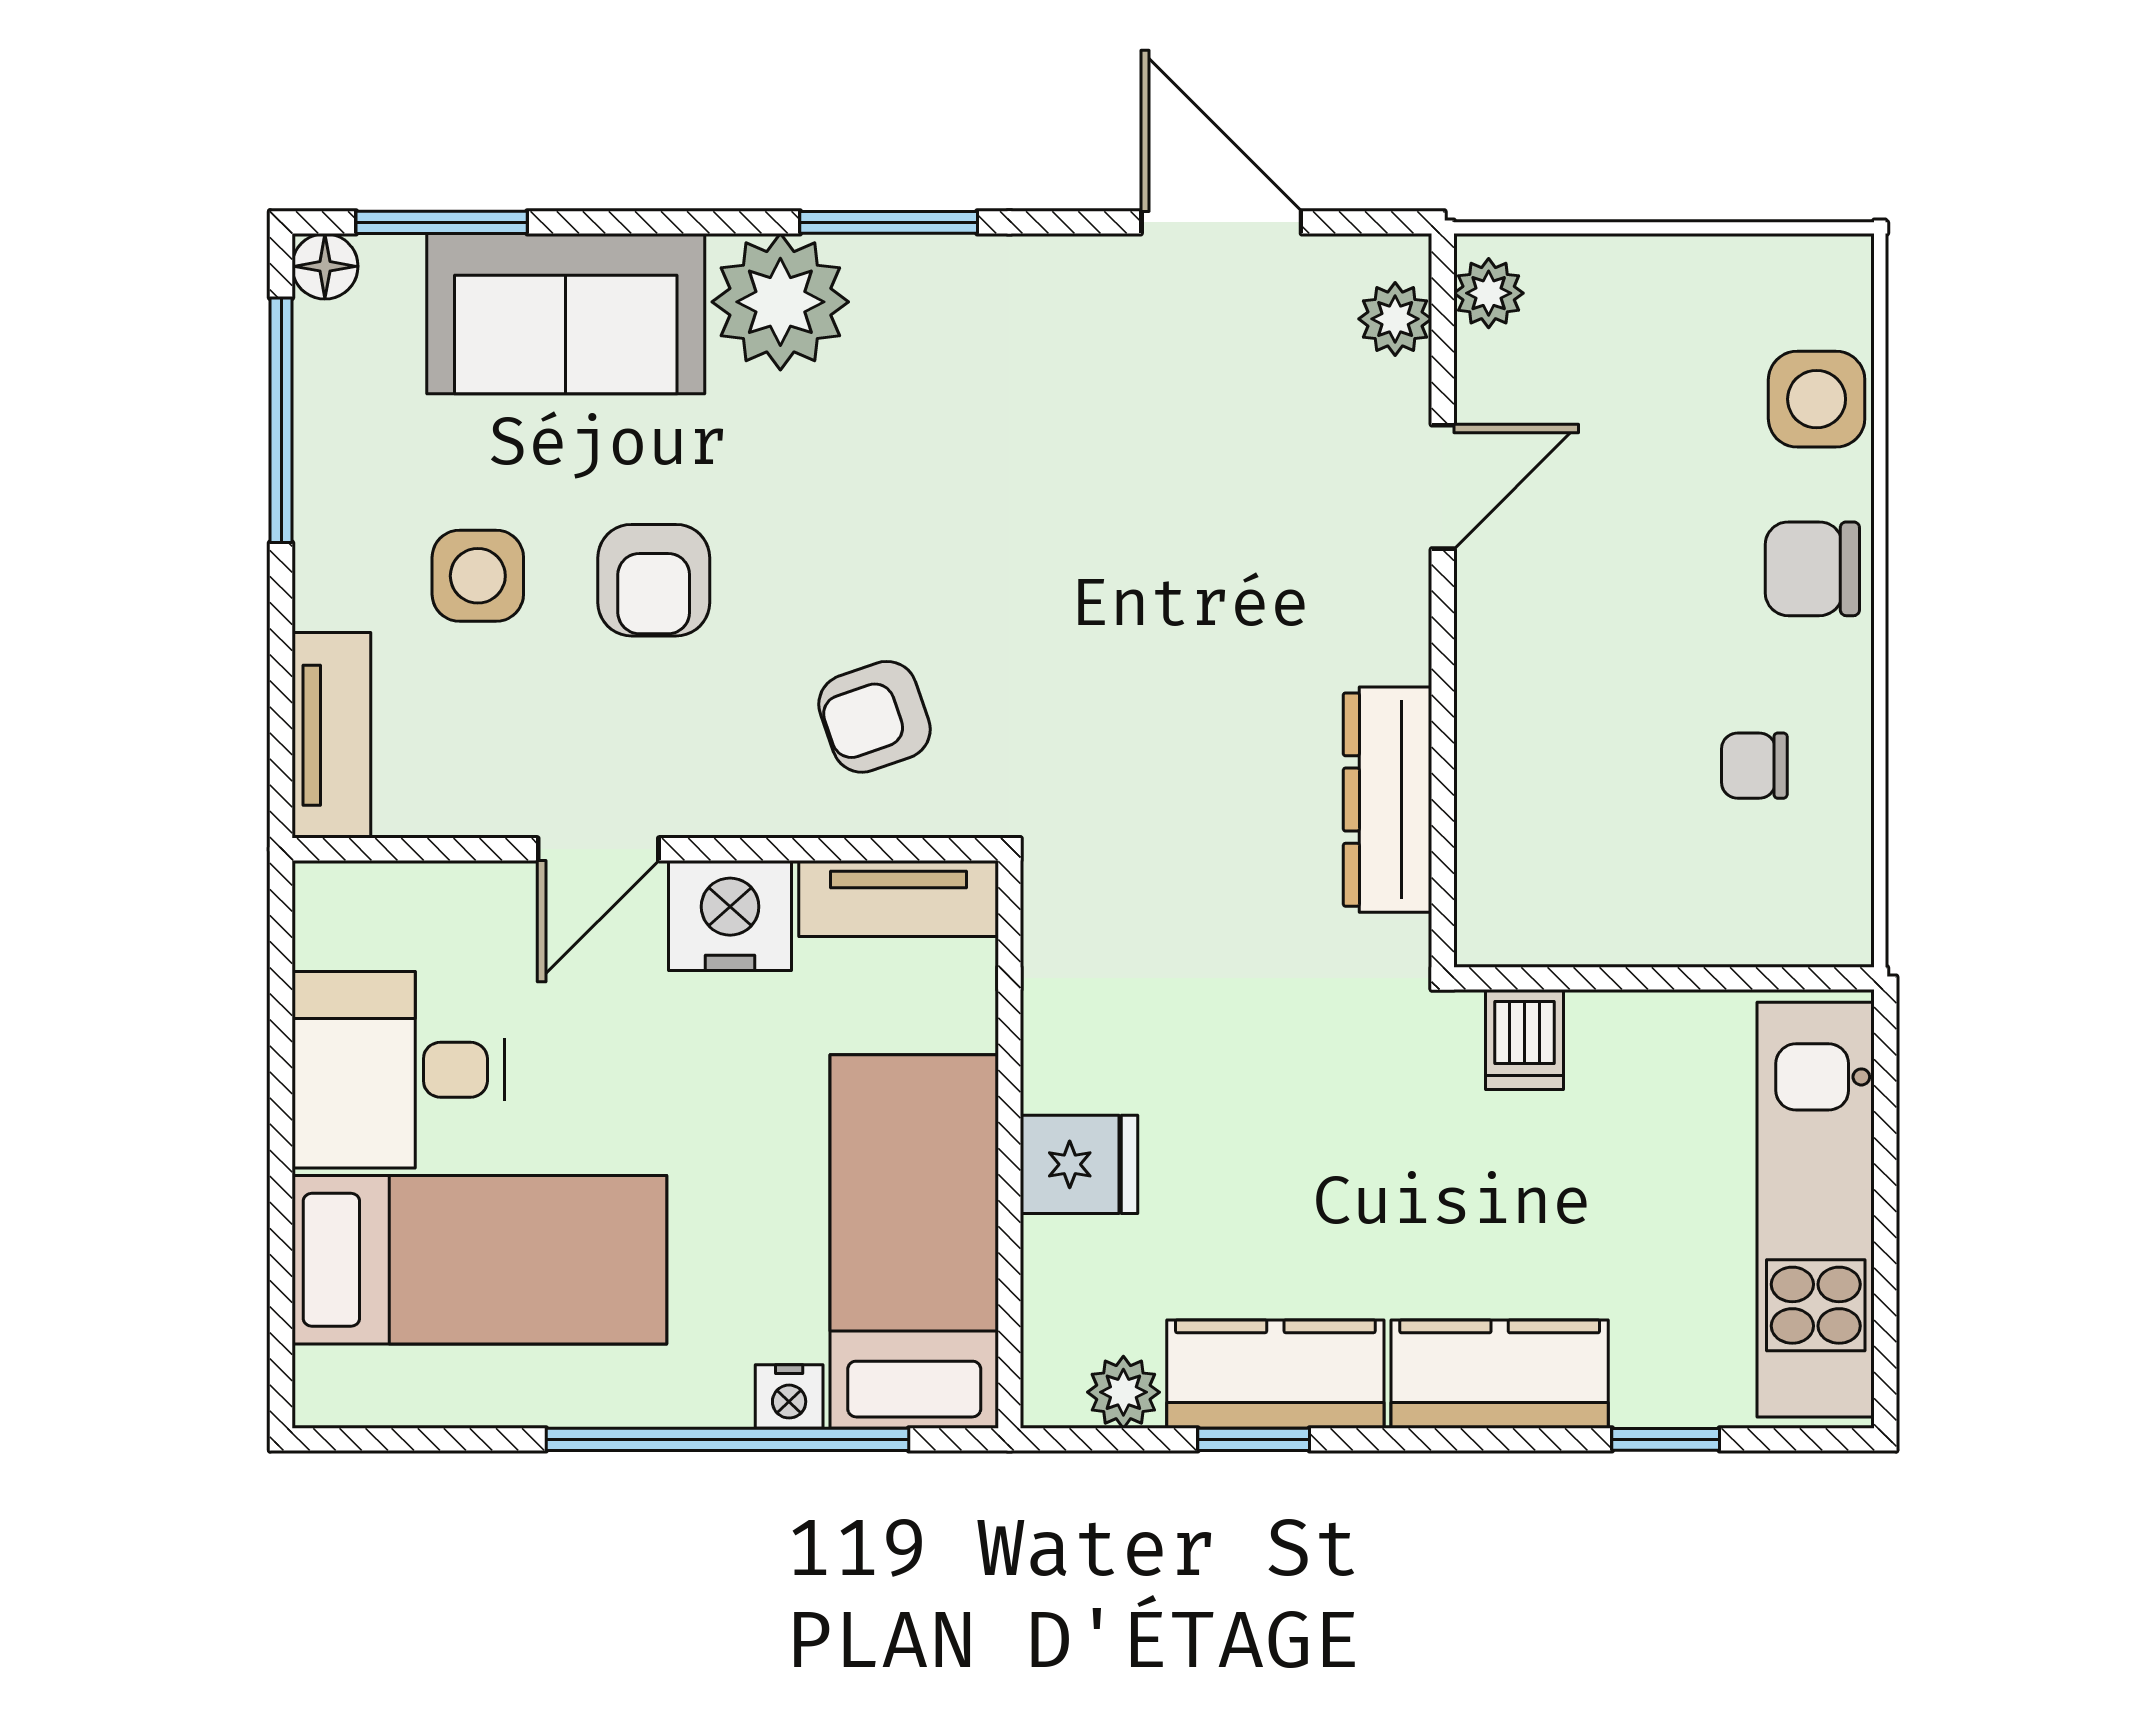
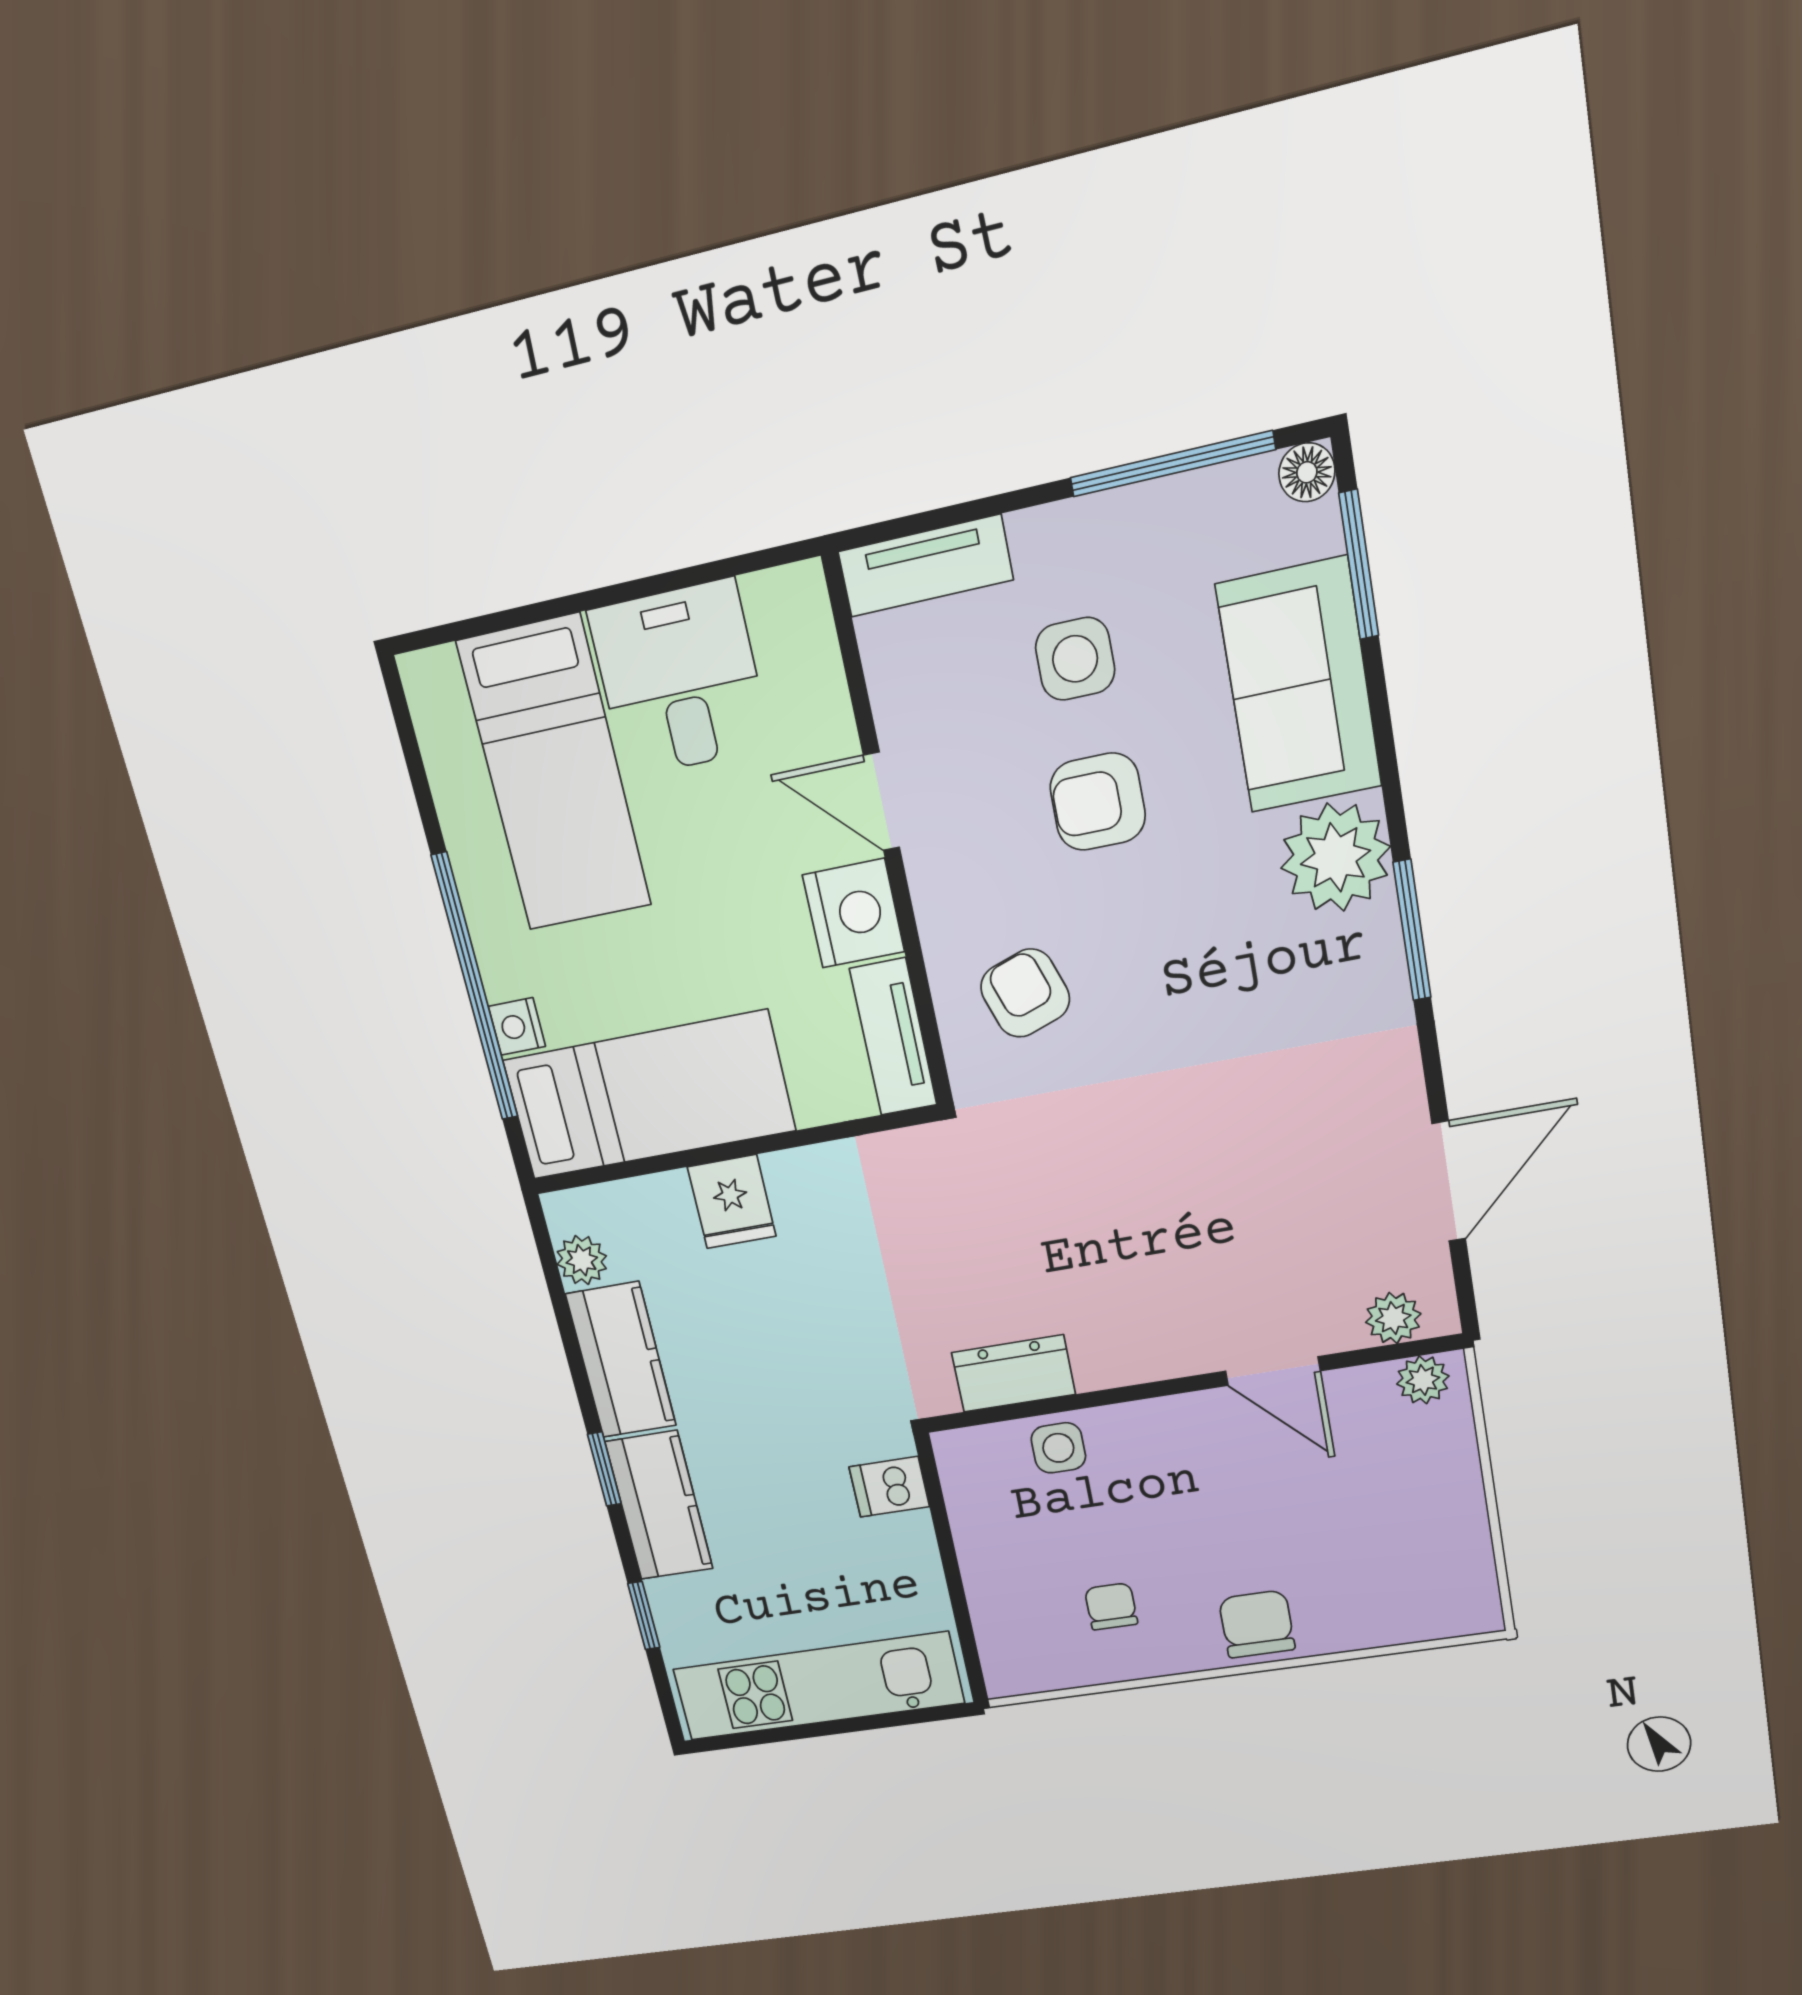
side table: (1817, 399) -> (1058, 1448), moved, width x0.73, depth x0.73
dresser: (1388, 800) -> (1013, 1374), width x0.70
window: (1254, 1439) -> (604, 1469), moved

